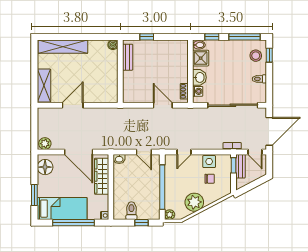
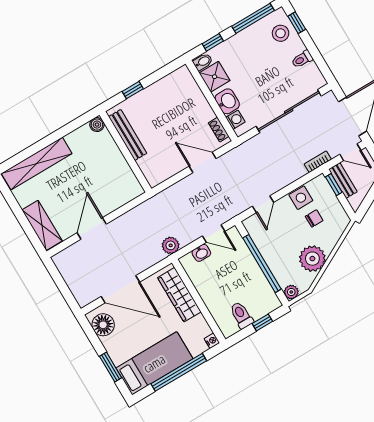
bench: (128, 57) -> (128, 135), width x1.36
plant: (45, 144) -> (171, 245), moved
door: (79, 152) -> (120, 289), moved
washbasin: (119, 159) -> (201, 253), moved

